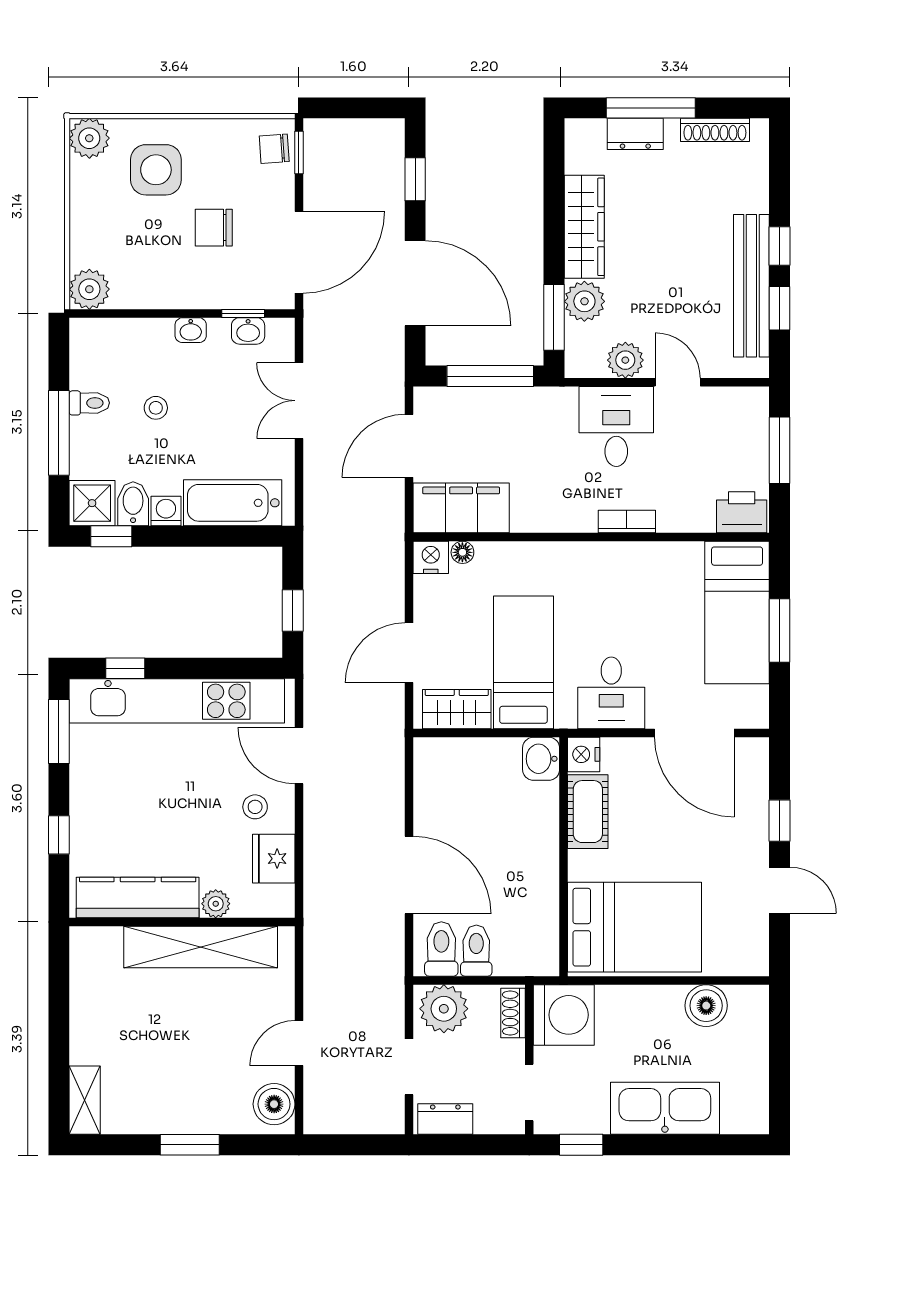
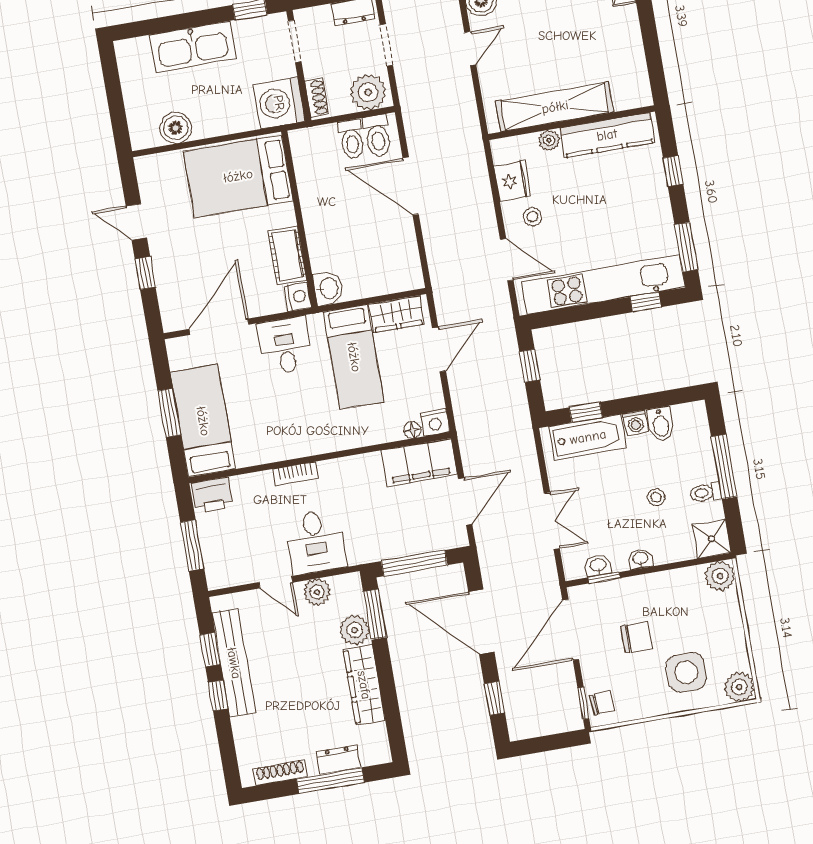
shower: (92, 503) -> (712, 539), moved
window: (111, 536) -> (586, 412), moved
door: (694, 733) -> (219, 327), hinge flipped

